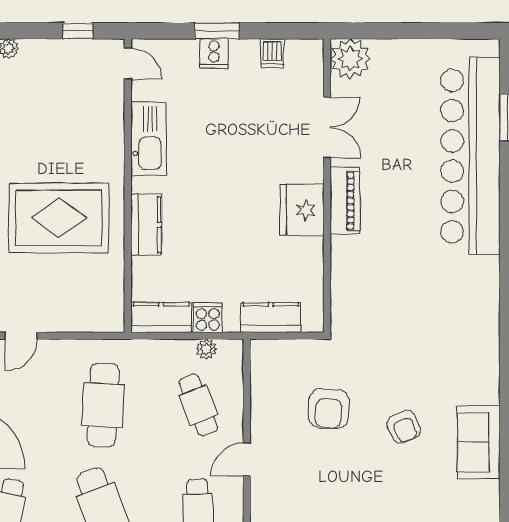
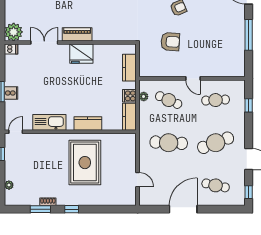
dishwasher: (272, 53) -> (11, 49), moved
cafe table: (198, 405) -> (169, 100), turned 45

